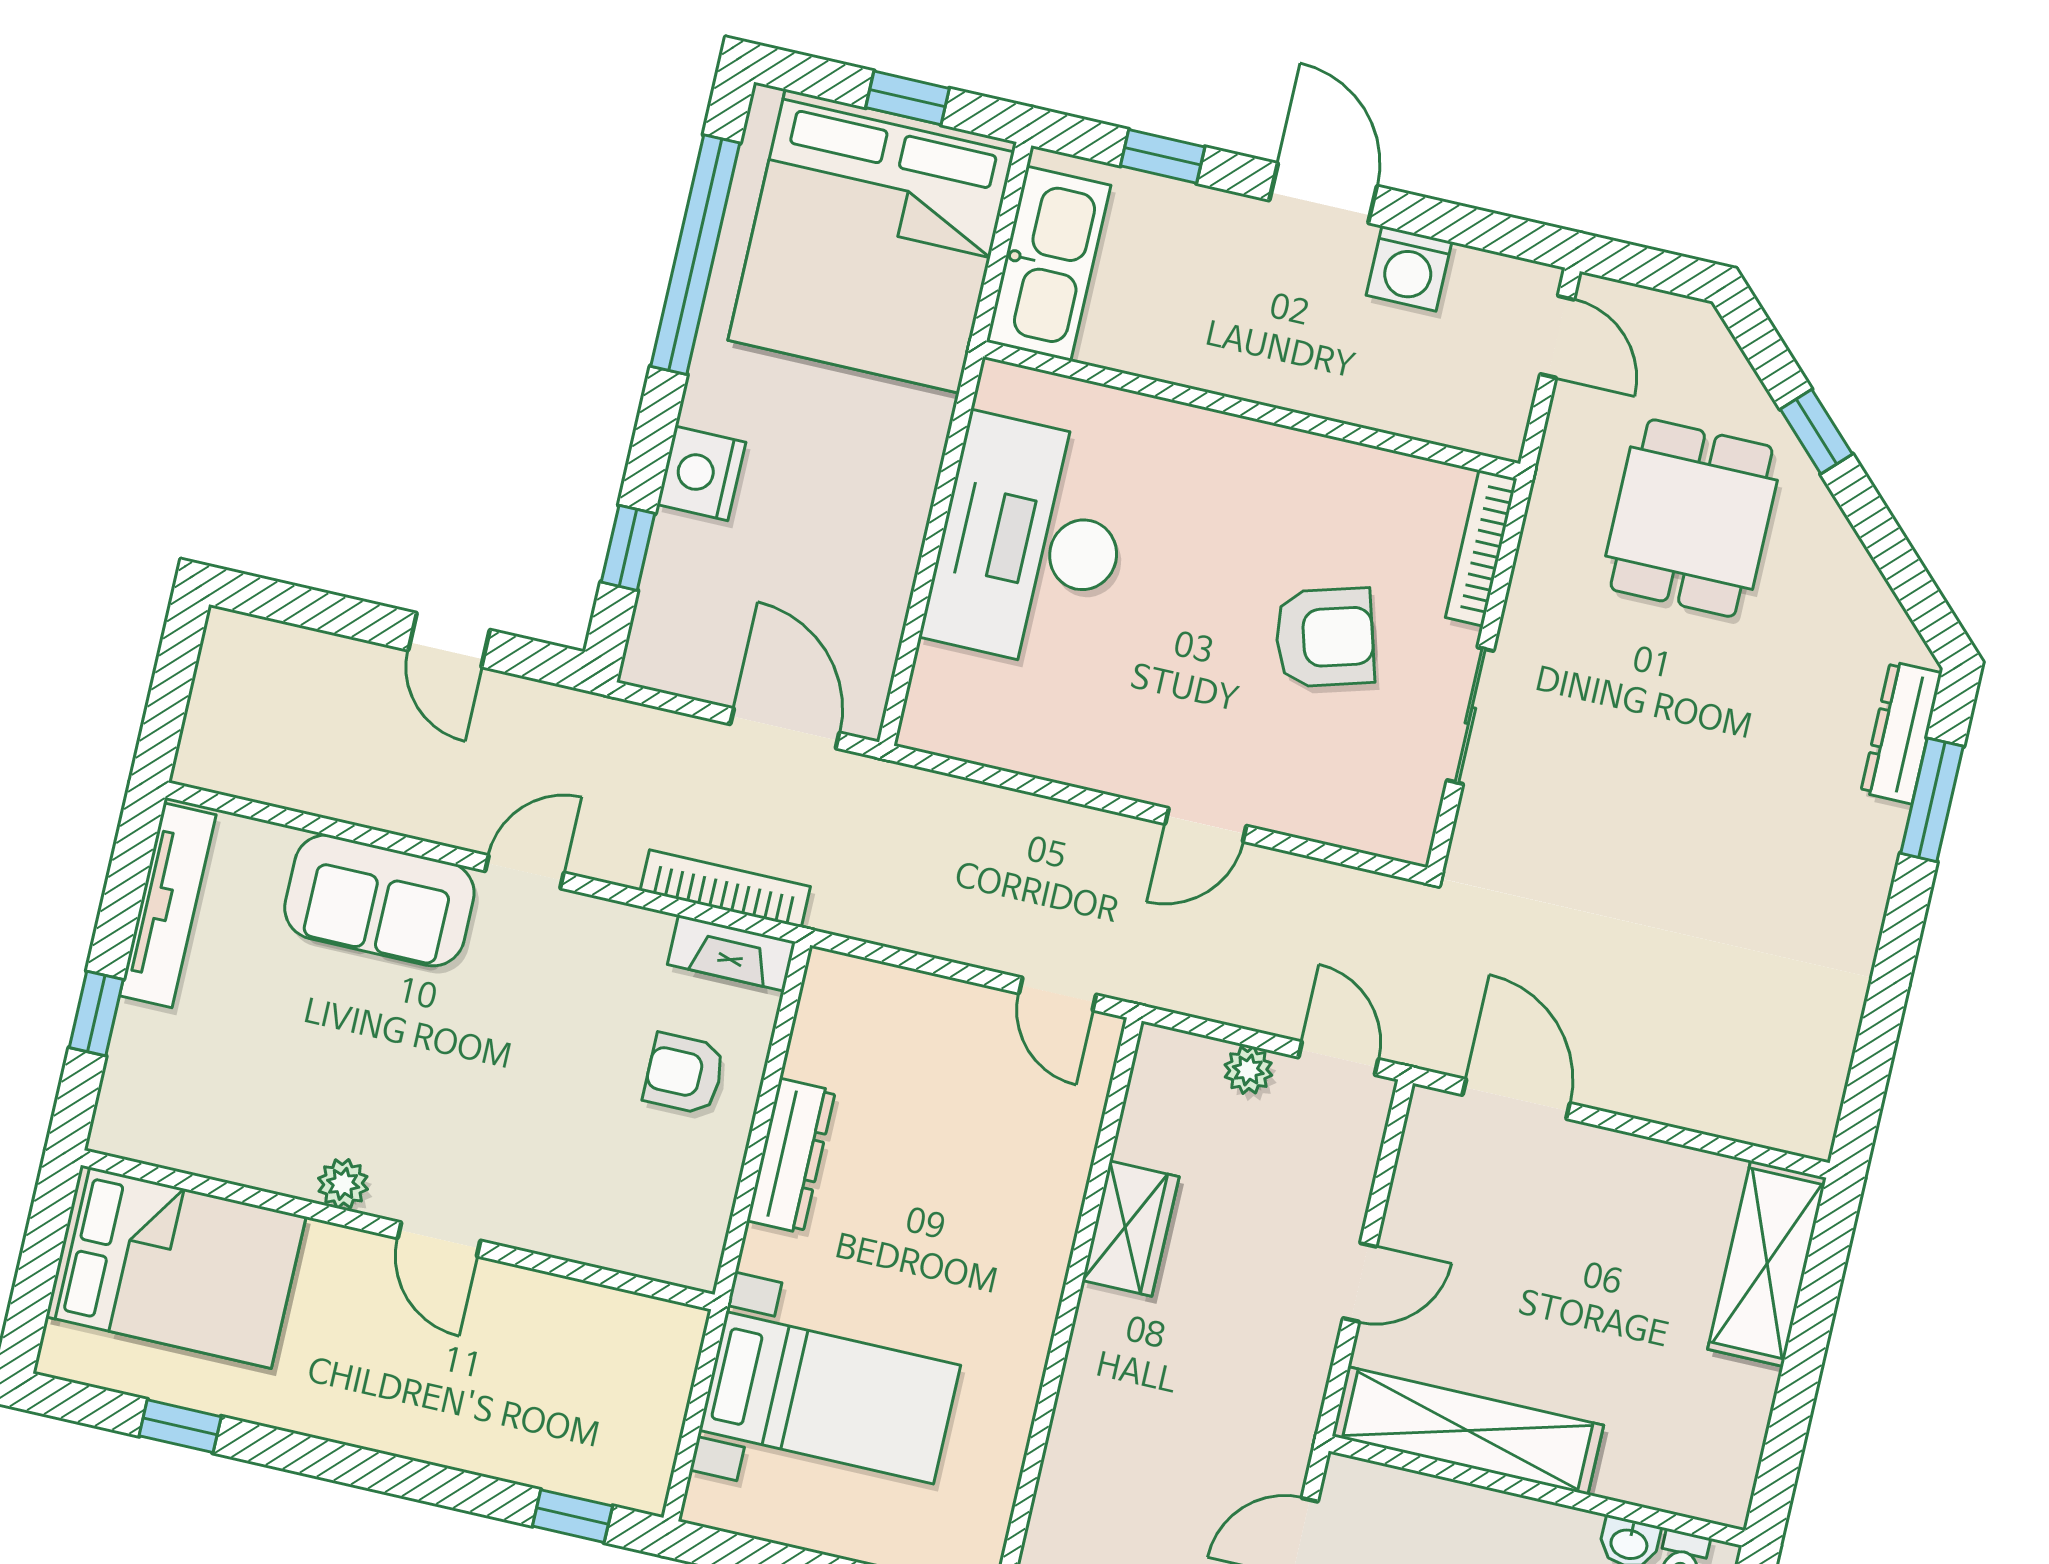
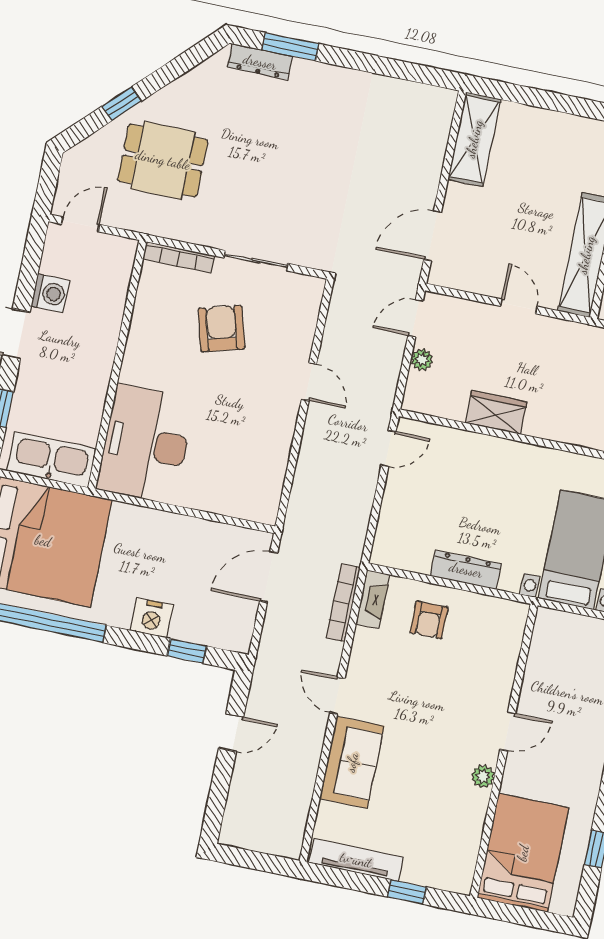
desk: (1030, 543) -> (146, 444), moved, turned 90
shelving: (1767, 1263) -> (474, 139), moved, turned 90

